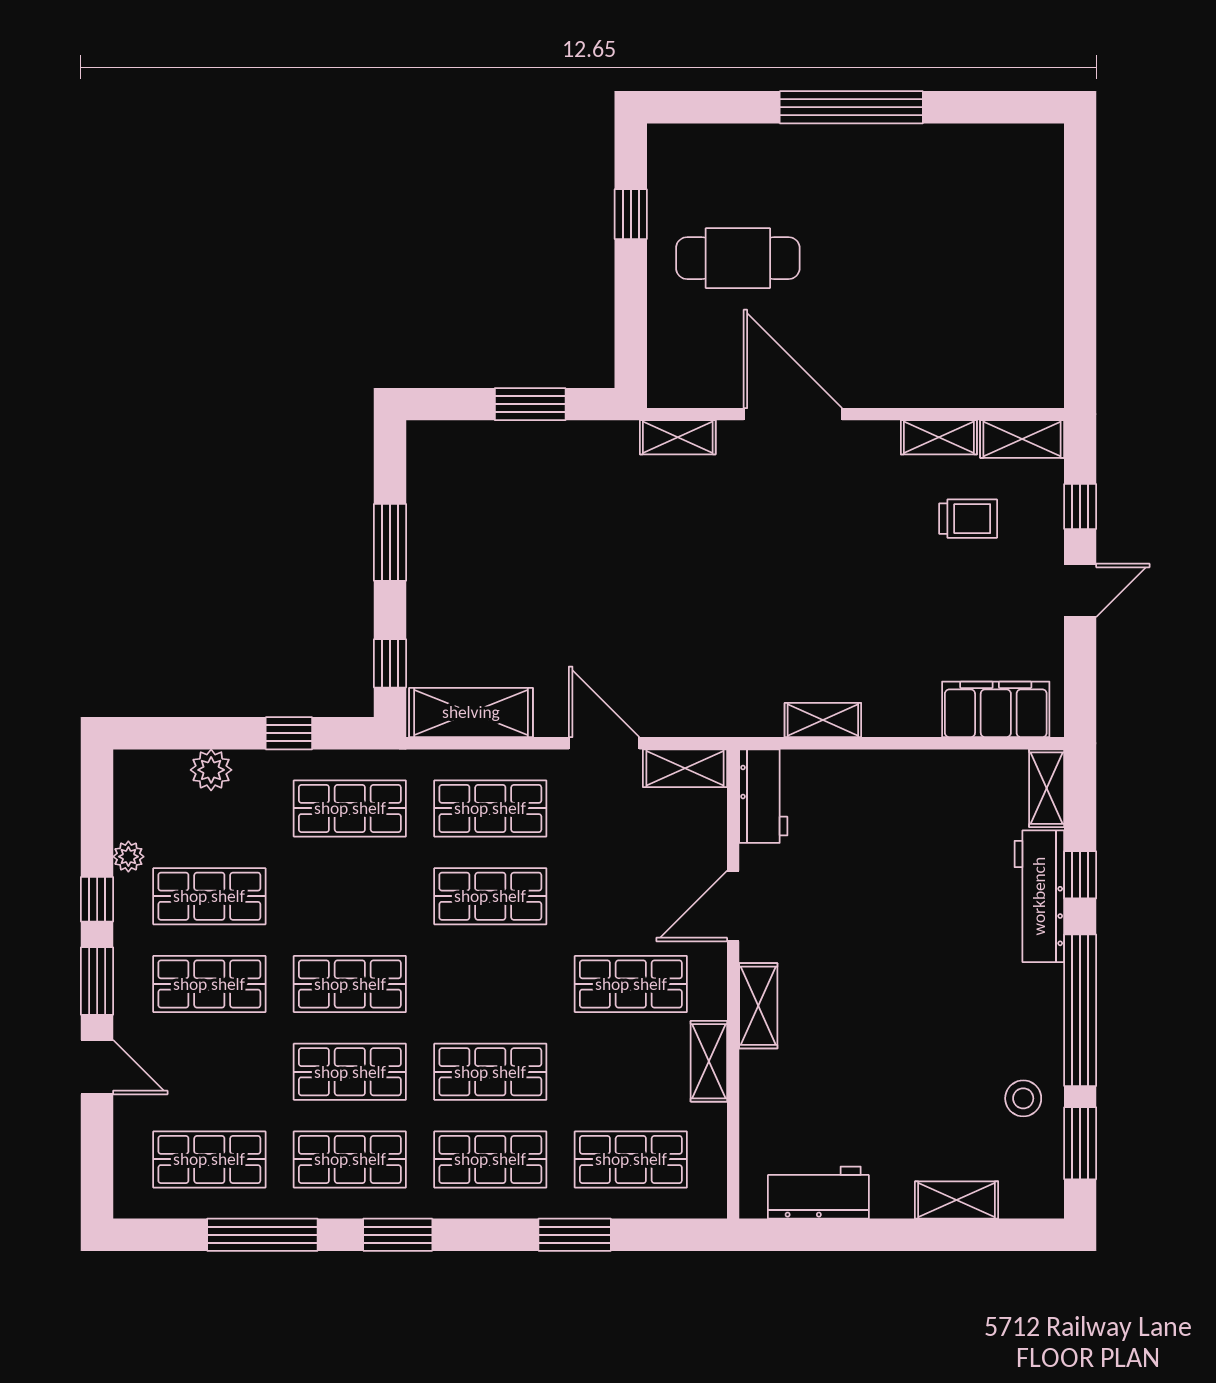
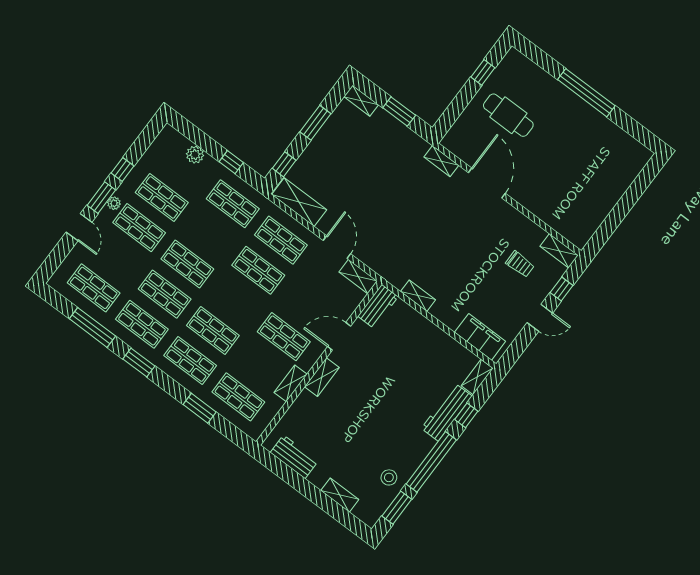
shelving: (939, 437) -> (361, 101), moved
plant: (128, 857) -> (114, 203), moved

